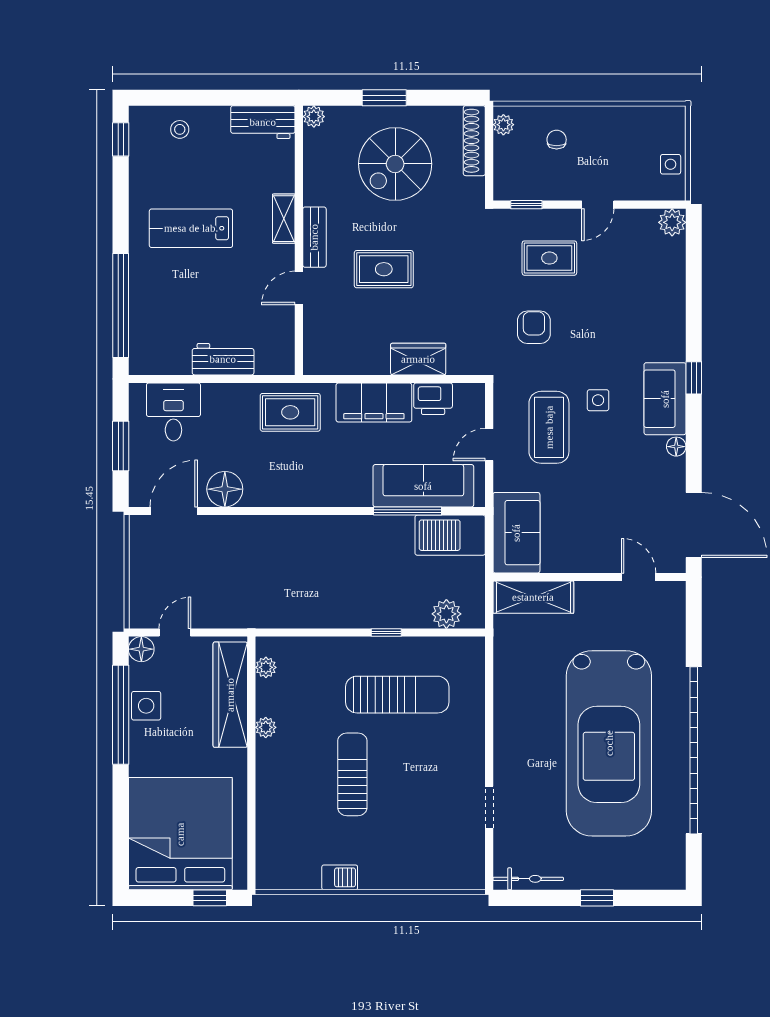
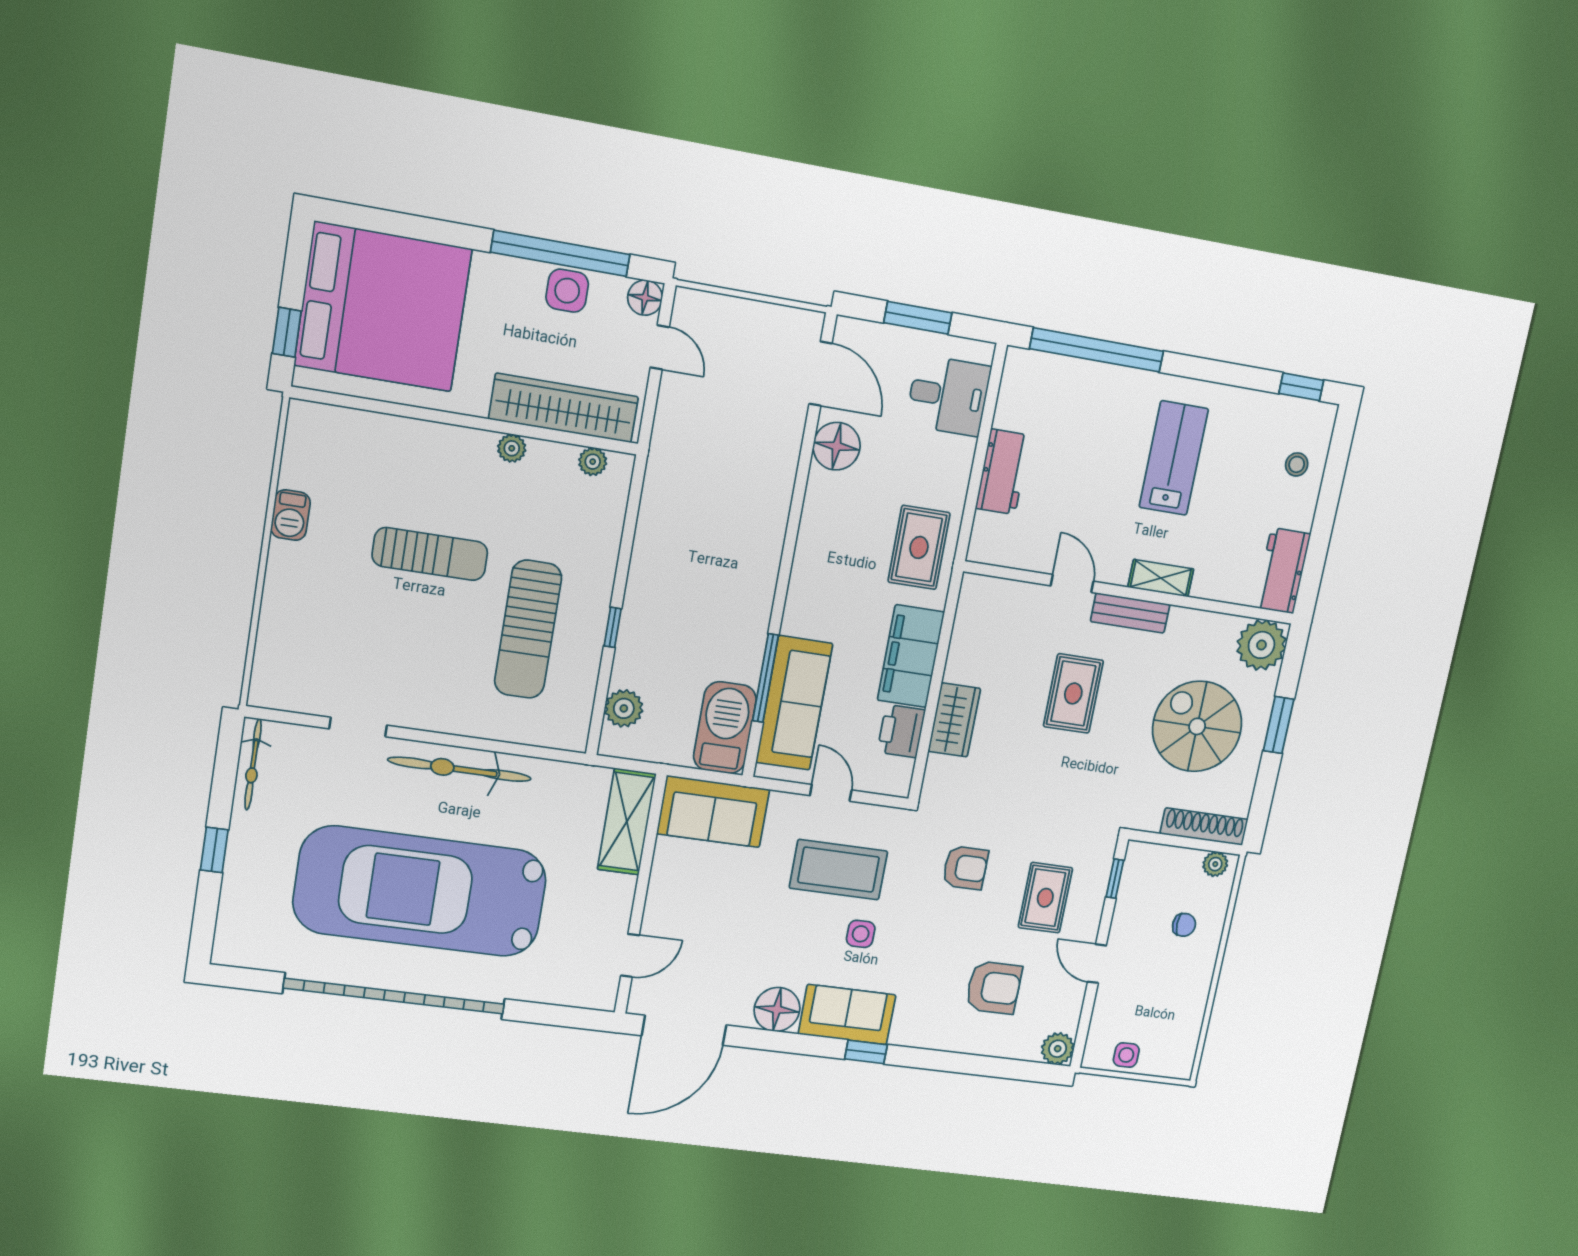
plant: (314, 117) -> (1262, 645), width x1.88, depth x1.88
armchair: (628, 285) -> (994, 988), added
floor lamp: (676, 447) -> (777, 1009), width x1.89, depth x1.89
bicycle: (511, 728) -> (460, 769), added

